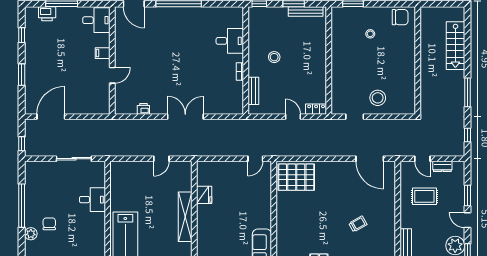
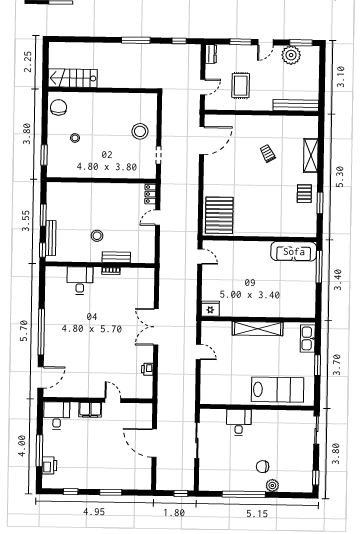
bench: (306, 11) -> (51, 238), moved
stairs: (455, 46) -> (73, 78), moved, turned 180
filing cabinet: (103, 53) -> (90, 410), width x2.00
bench: (253, 91) -> (116, 257), moved
door: (51, 117) -> (154, 443), moved
dresser: (442, 166) -> (211, 54), moved
fridge: (204, 195) -> (210, 309), moved

